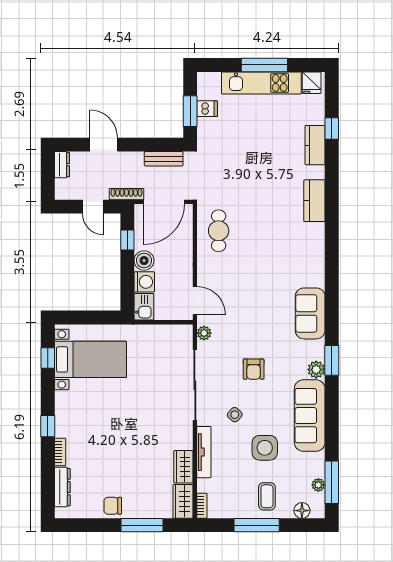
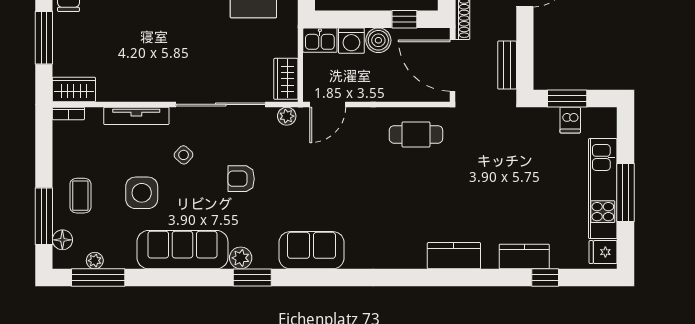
wardrobe: (183, 467) -> (286, 79), moved, turned -90
coffee table: (267, 496) -> (80, 196), turned 90
window: (257, 525) -> (44, 216), moved

